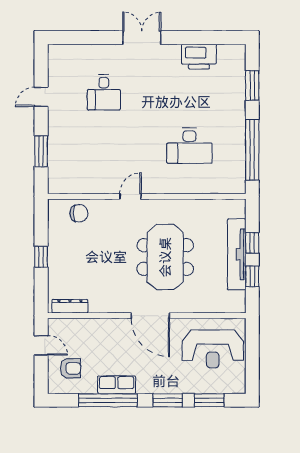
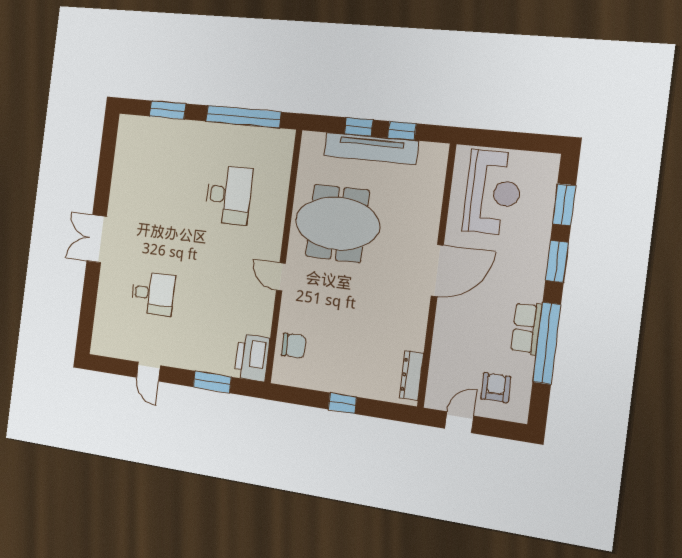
printer: (199, 57) -> (252, 358), moved, turned 180
chair: (79, 213) -> (294, 346), turned 91
meeting table: (165, 257) -> (337, 223), moved

